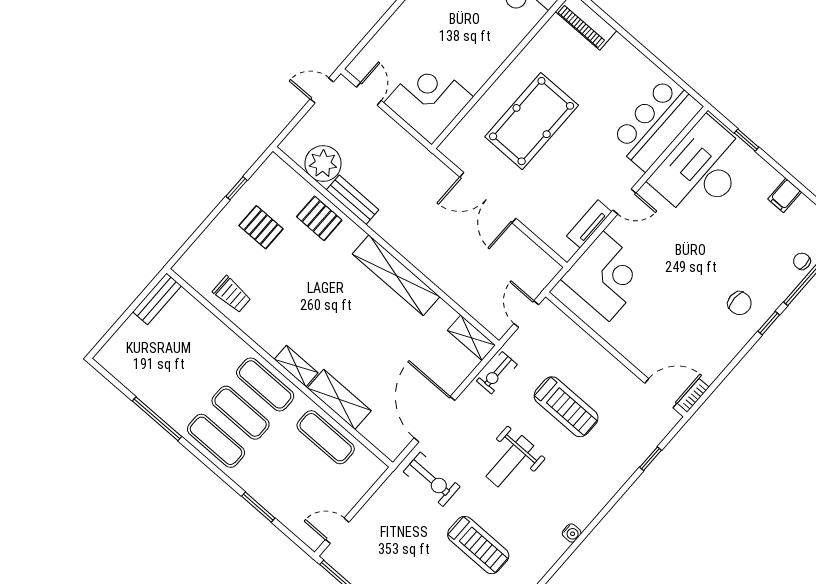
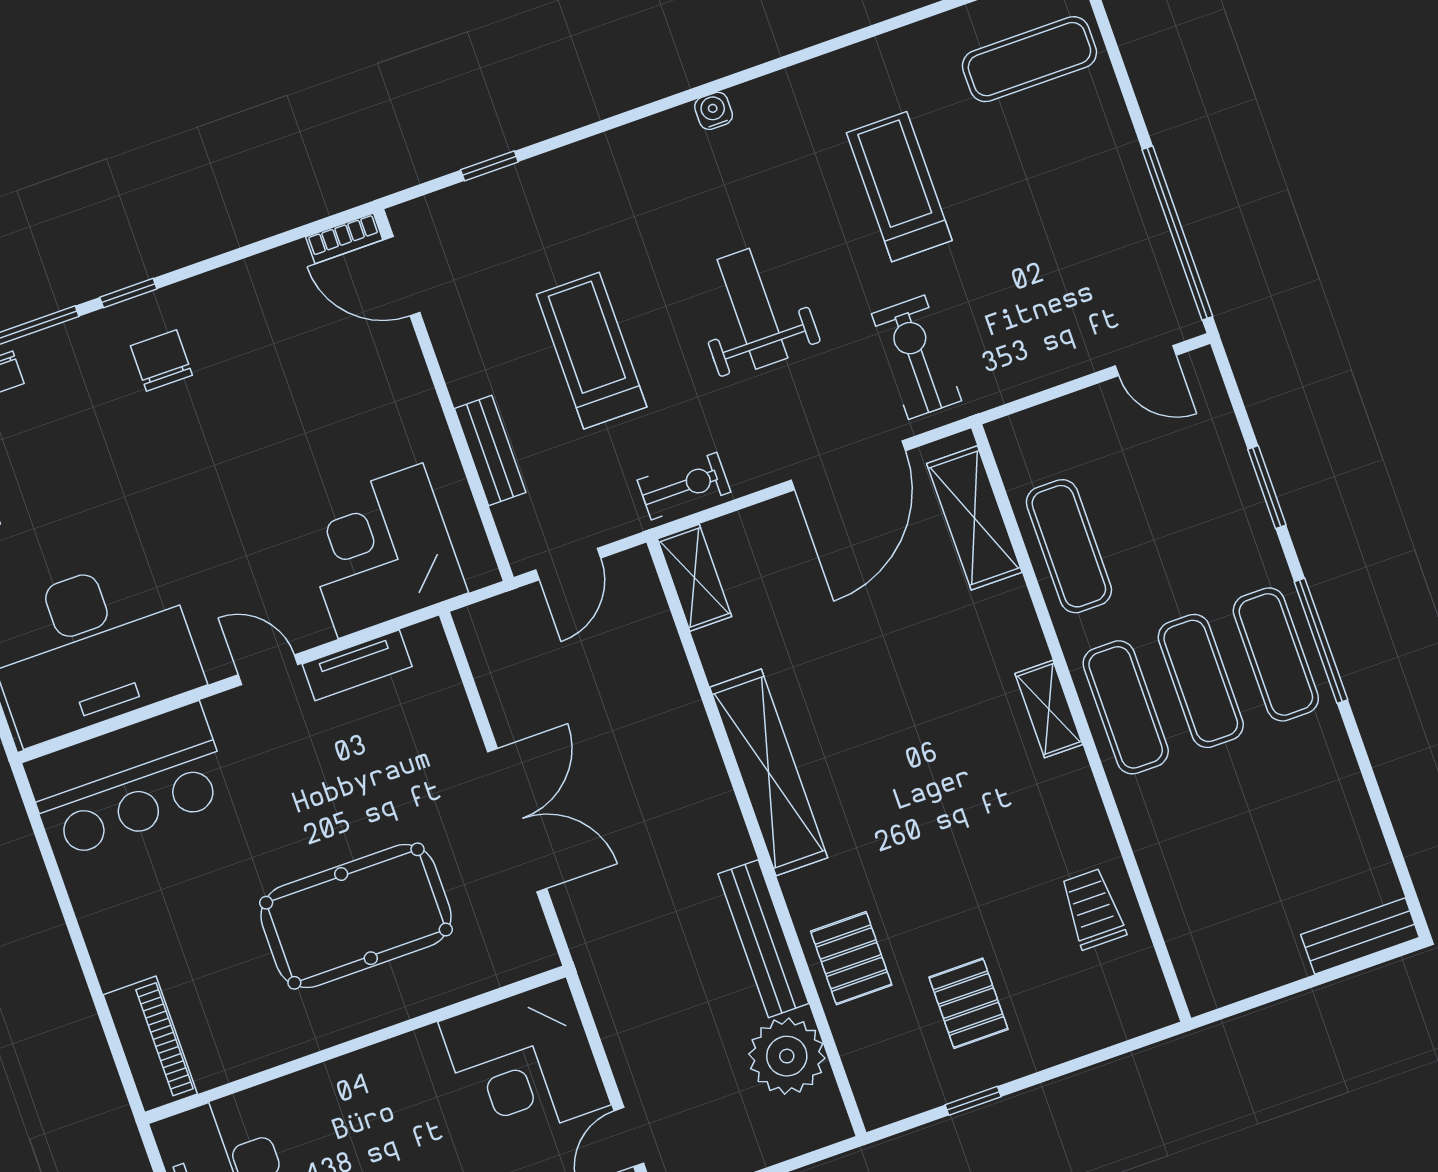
bench: (353, 200) -> (763, 939), width x1.36
bench: (157, 299) -> (1360, 936), moved
bench: (584, 342) -> (490, 451), added
shelving: (339, 399) -> (974, 518), moved
window: (157, 419) -> (1321, 641), moved
weight bench: (510, 461) -> (753, 309), turned -90

